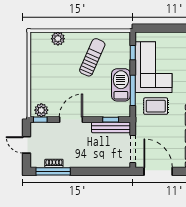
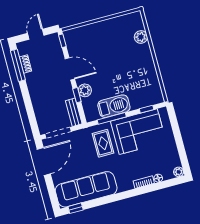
sun lounger: (92, 57) -> (132, 73), removed
plant: (41, 110) -> (85, 90), moved
window: (111, 120) -> (77, 95), moved
bench: (111, 127) -> (74, 112), width x0.73

